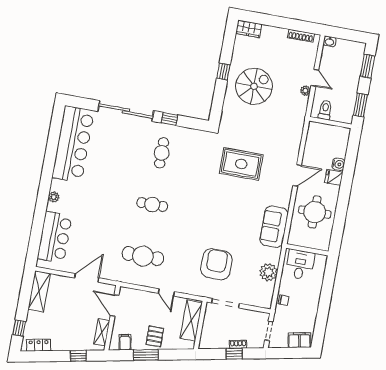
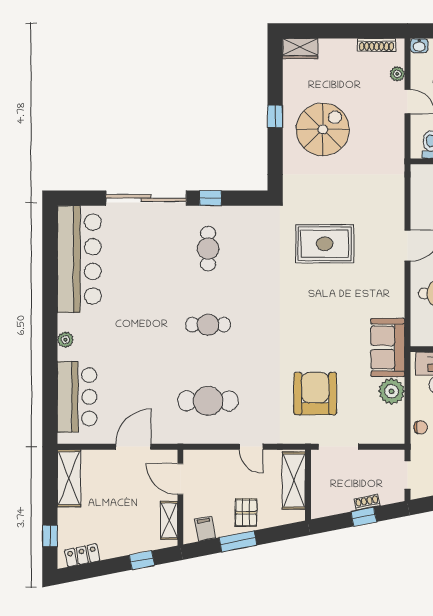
plant: (305, 91) -> (397, 74), moved
sofa: (274, 227) -> (388, 347), moved

